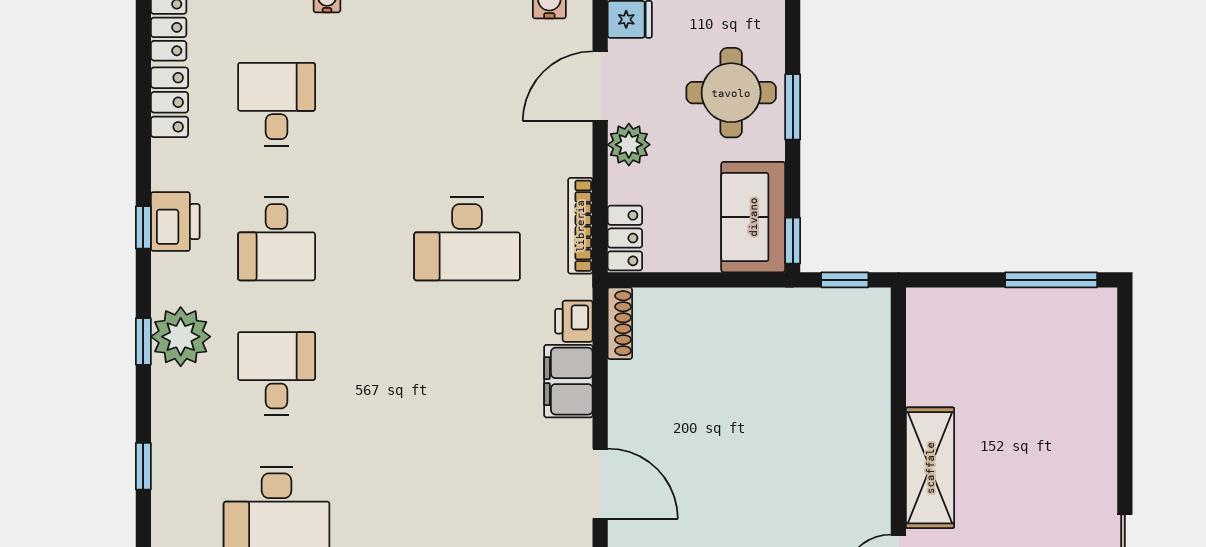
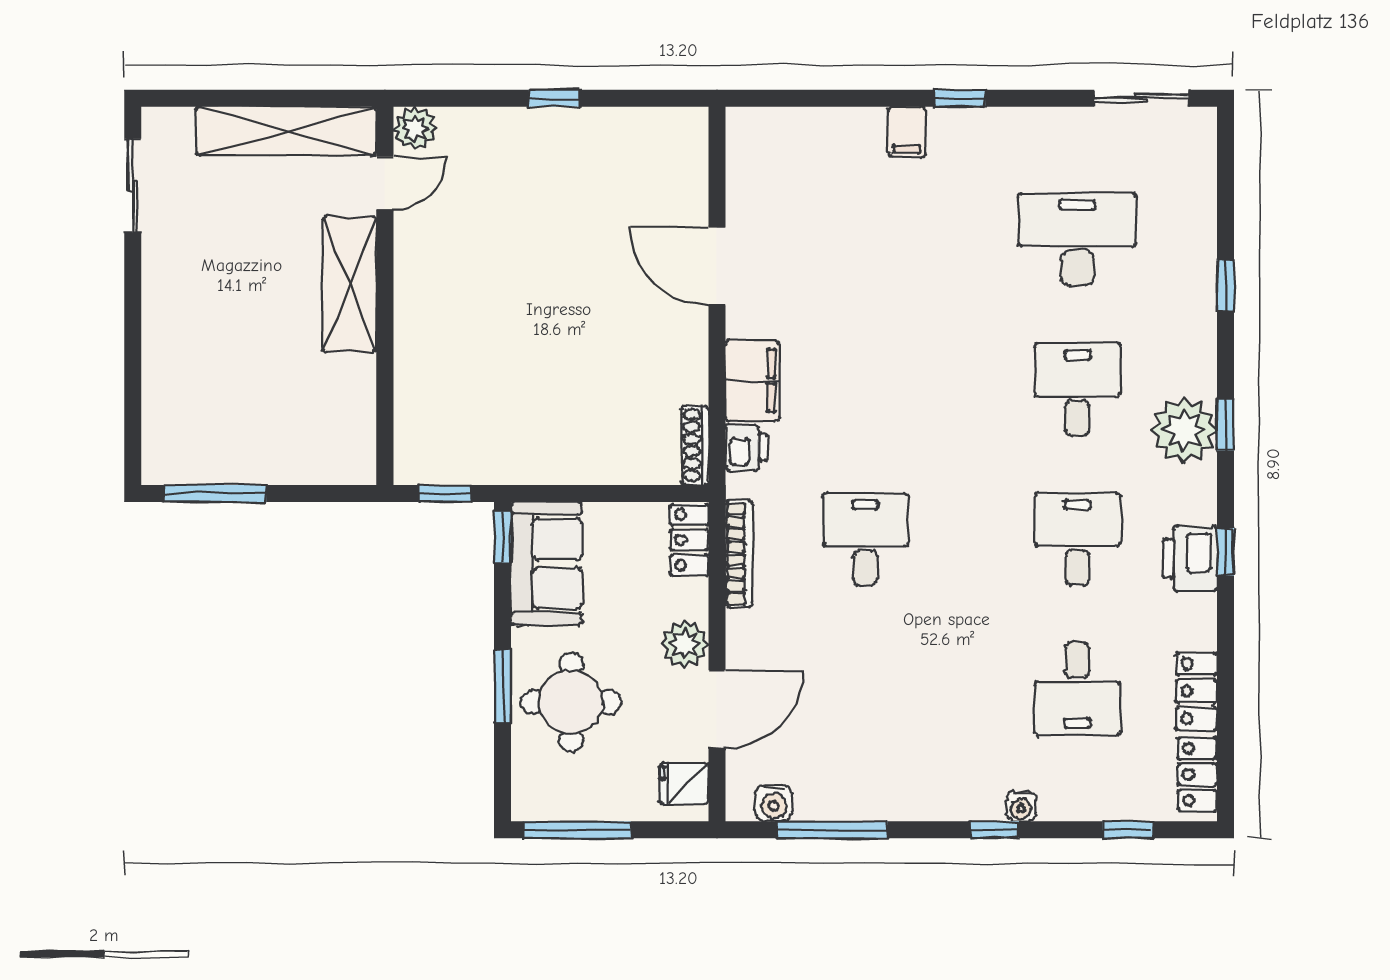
desk: (467, 239) -> (865, 539), width x0.73
desk: (277, 374) -> (1077, 389), turned 180

